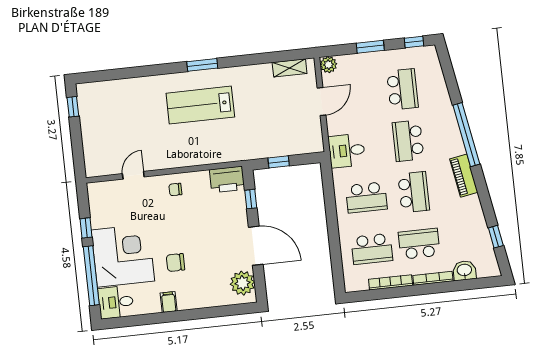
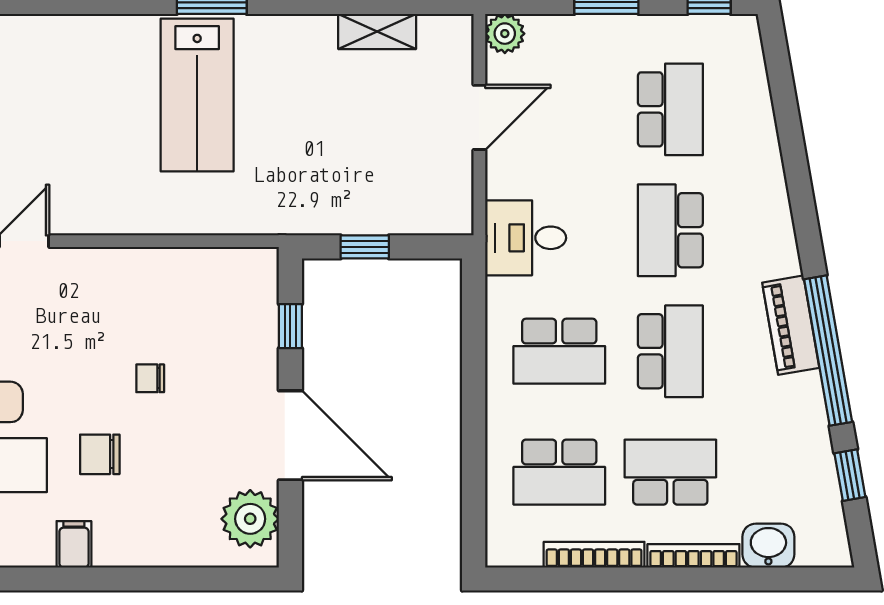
shelving: (290, 68) -> (377, 31), moved
lab bench: (200, 105) -> (197, 95), turned -90
window: (466, 135) -> (828, 351), moved
printer: (227, 179) -> (241, 274), removed
chair: (175, 189) -> (150, 378), moved

